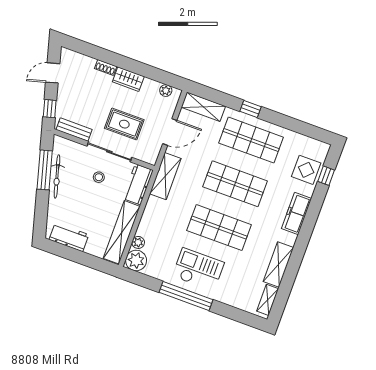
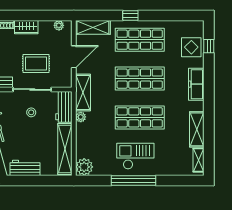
plant: (138, 242) -> (81, 117), moved

